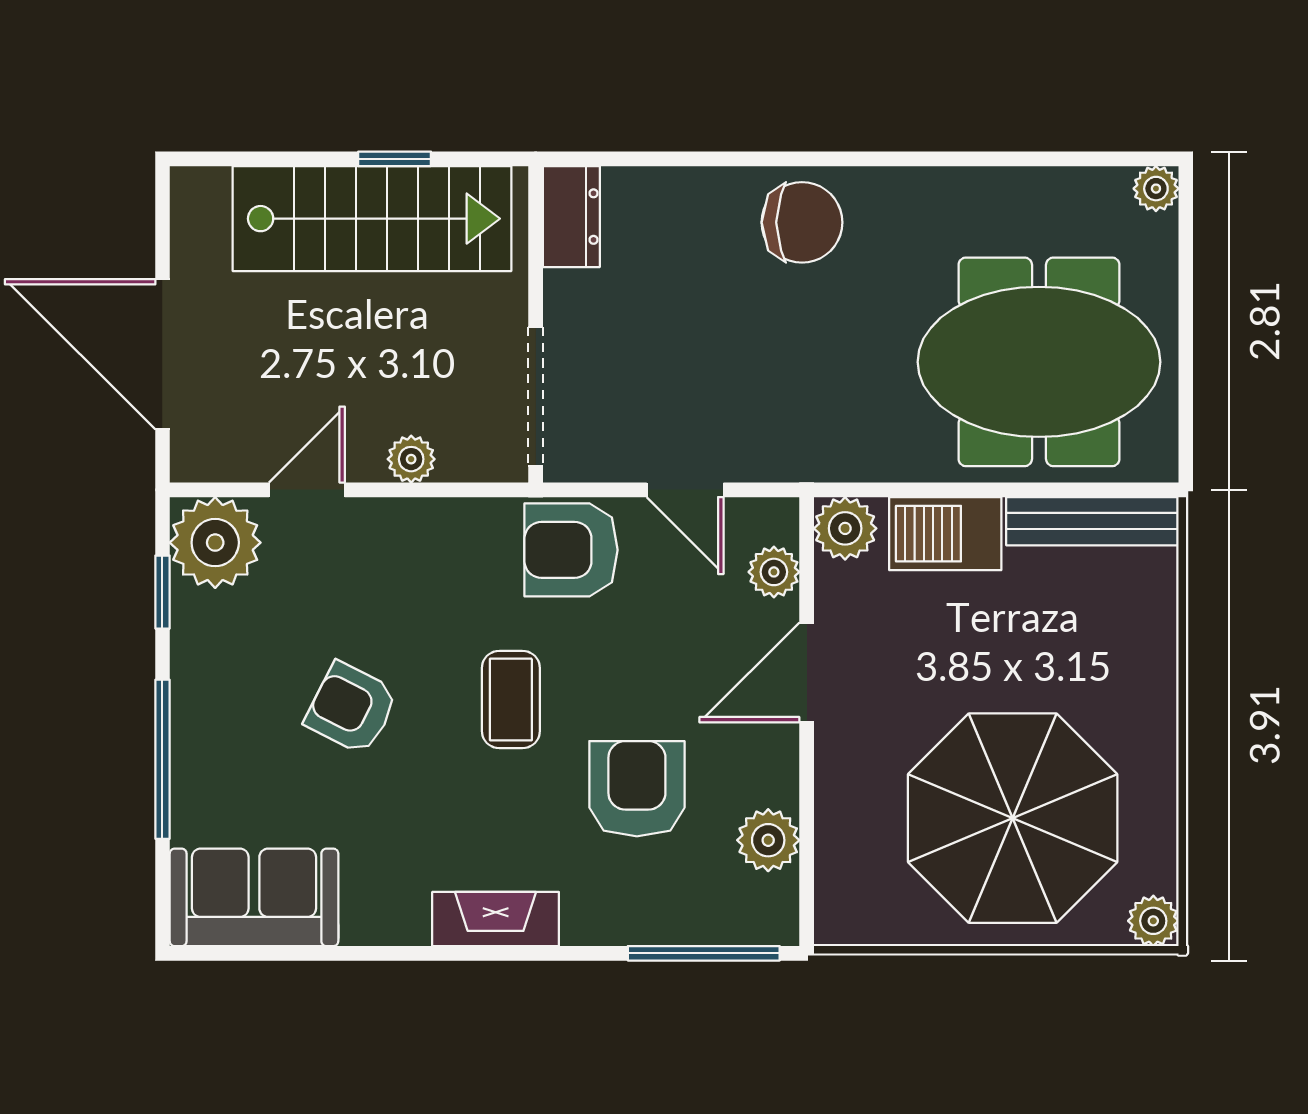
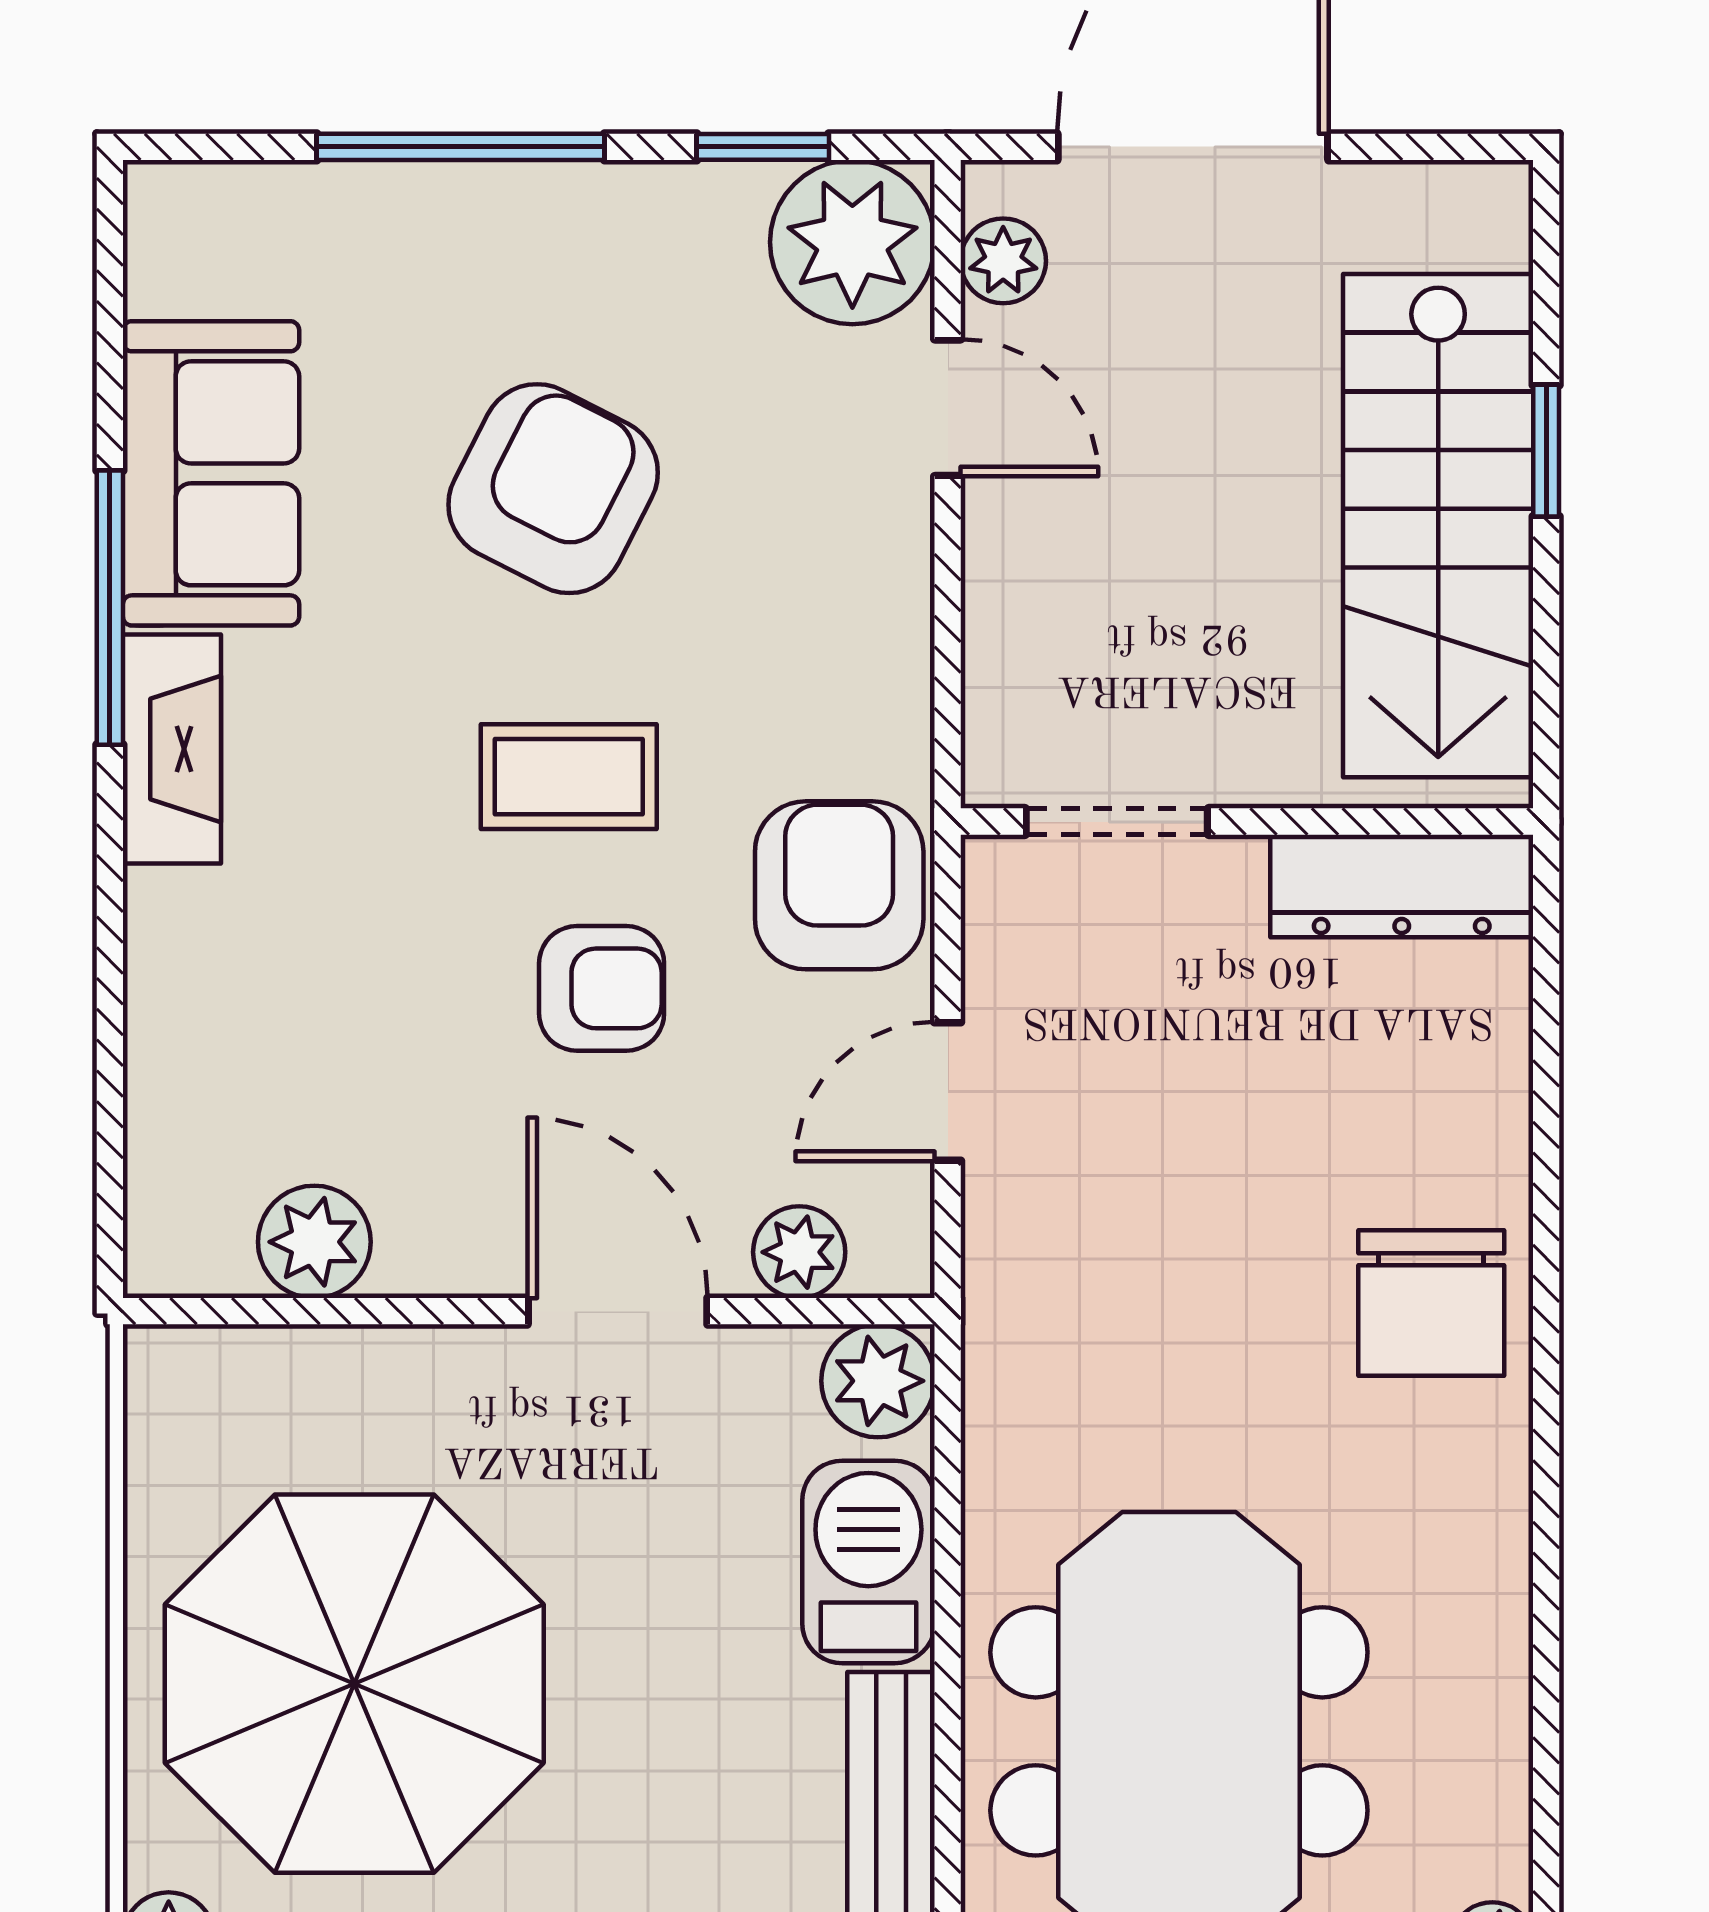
window: (395, 159) -> (1546, 451), moved
dresser: (571, 217) -> (1402, 886), width x1.44
doorway: (536, 396) -> (1117, 822), width x0.73
plant: (411, 459) -> (1003, 261), moved
armchair: (352, 708) -> (553, 489), width x1.38, depth x1.38
armchair: (637, 789) -> (602, 988), moved, width x0.72, depth x0.72
sofa: (254, 897) -> (211, 473), moved
window: (704, 953) -> (110, 608), moved

